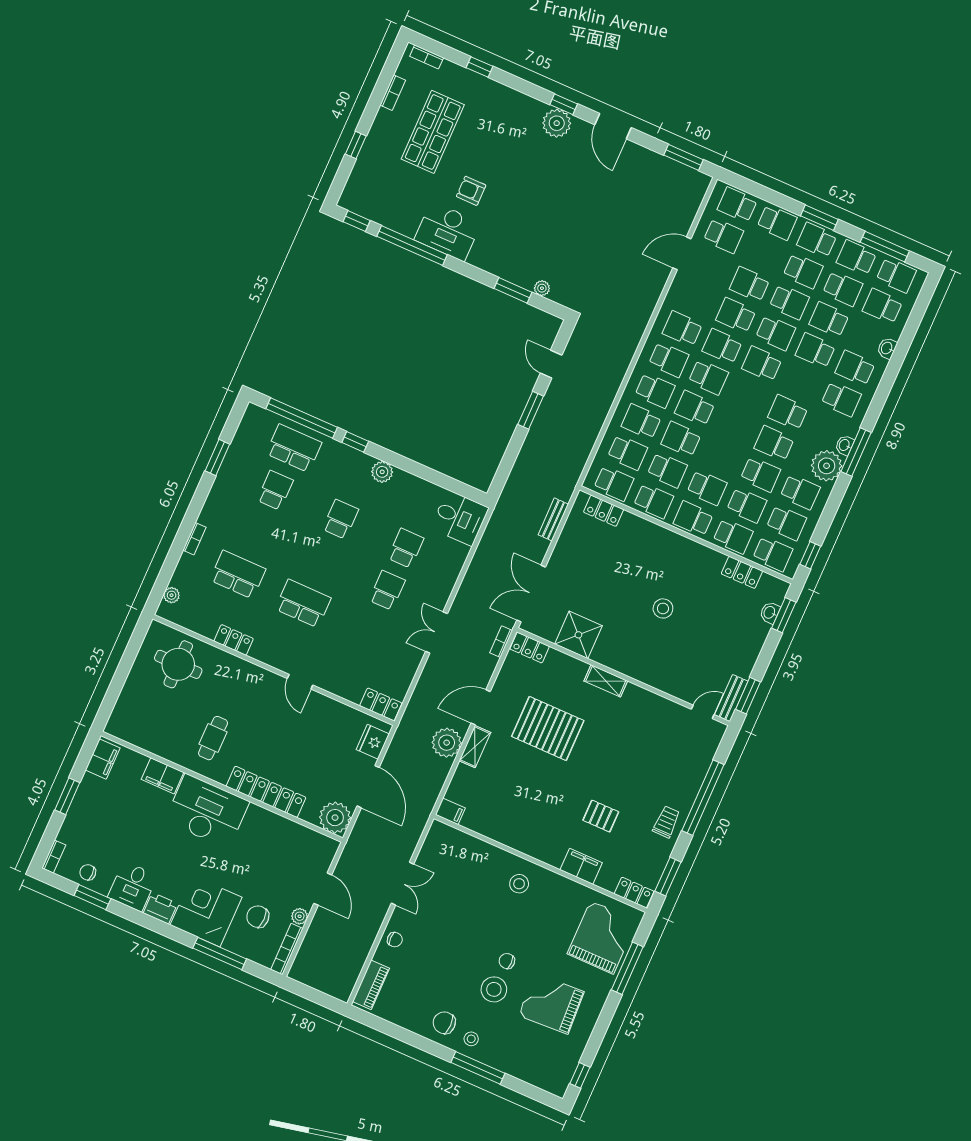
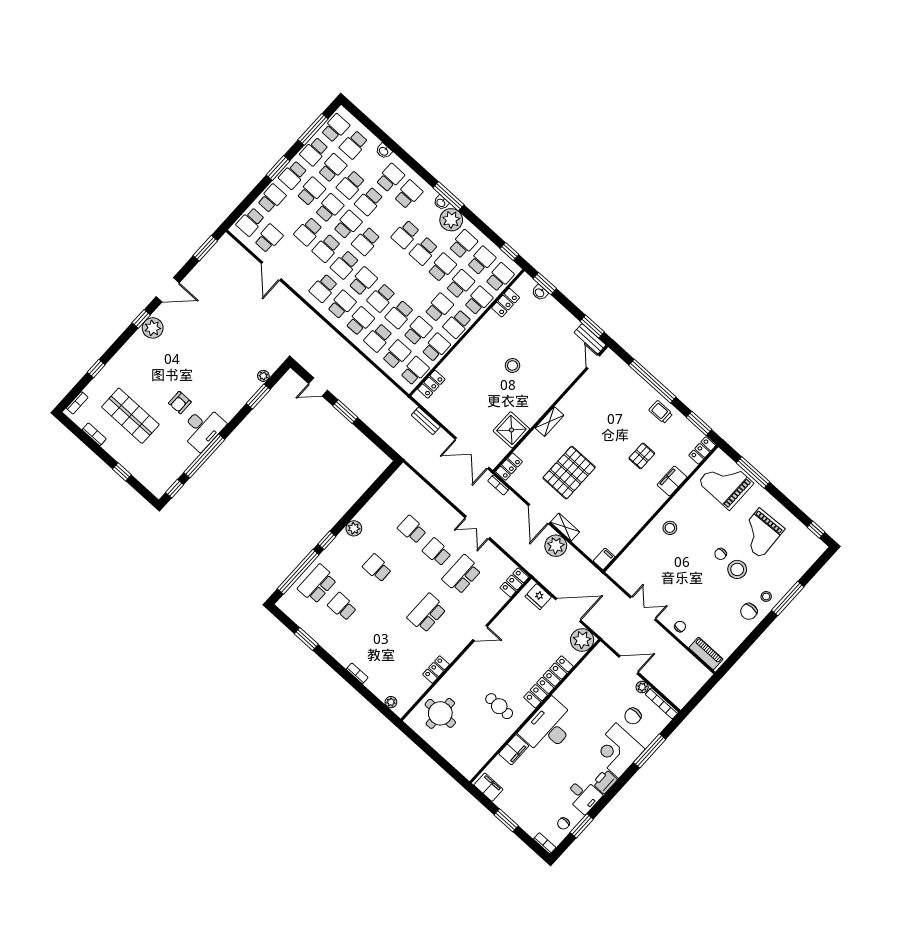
school desk: (855, 368) -> (390, 178), turned 180
desk: (460, 518) -> (403, 485), removed
school desk: (238, 575) -> (462, 575), moved

